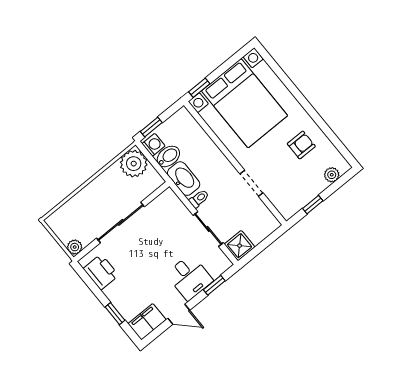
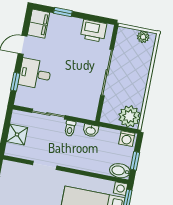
window: (151, 127) -> (135, 161), moved
bidet: (168, 156) -> (120, 171), moved, turned 90
washbasin: (184, 179) -> (91, 130), width x0.52, depth x0.69
shower: (240, 246) -> (17, 134), moved
plant: (75, 247) -> (143, 37), moved

